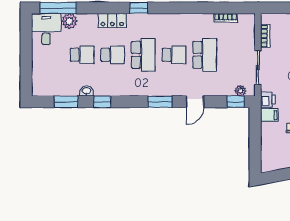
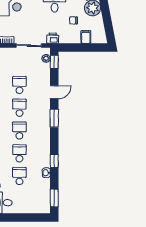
school desk: (143, 55) -> (19, 131), width x0.54
school desk: (205, 55) -> (19, 85), width x0.54
window: (66, 102) -> (54, 198), moved
door: (195, 102) -> (54, 92), hinge flipped
filing cabinet: (269, 115) -> (86, 37), moved

